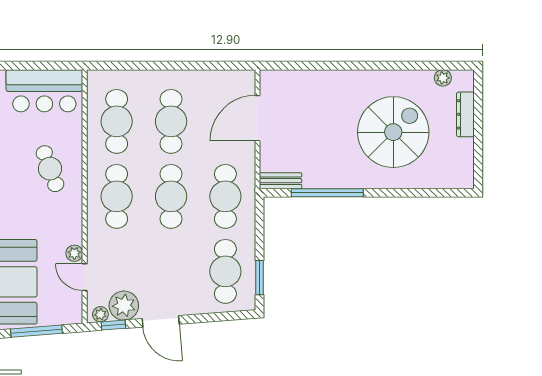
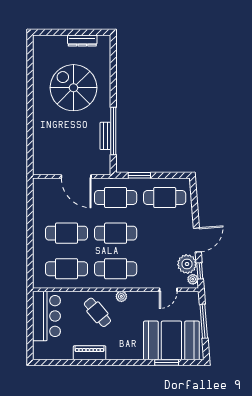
plant: (443, 78) -> (38, 55), removed
dresser: (465, 114) -> (82, 41), moved
door: (257, 118) -> (76, 177), moved
cafe table: (50, 169) -> (97, 312), turned 70
bench: (281, 181) -> (105, 136), moved
plant: (74, 253) -> (121, 296), moved
window: (259, 278) -> (139, 175), moved

